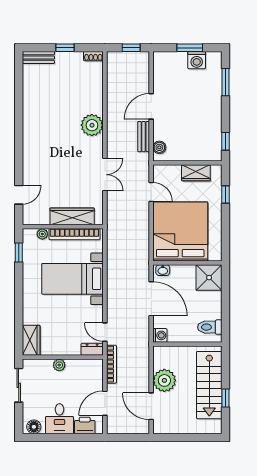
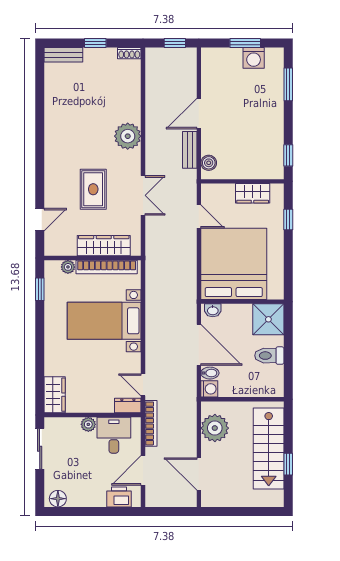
rug: (63, 169) -> (93, 189), added
bidet: (160, 322) -> (210, 373), added
toilet: (210, 327) -> (269, 356), moved
plant: (164, 380) -> (215, 428), moved
desk: (59, 419) -> (114, 435), moved, turned 180

